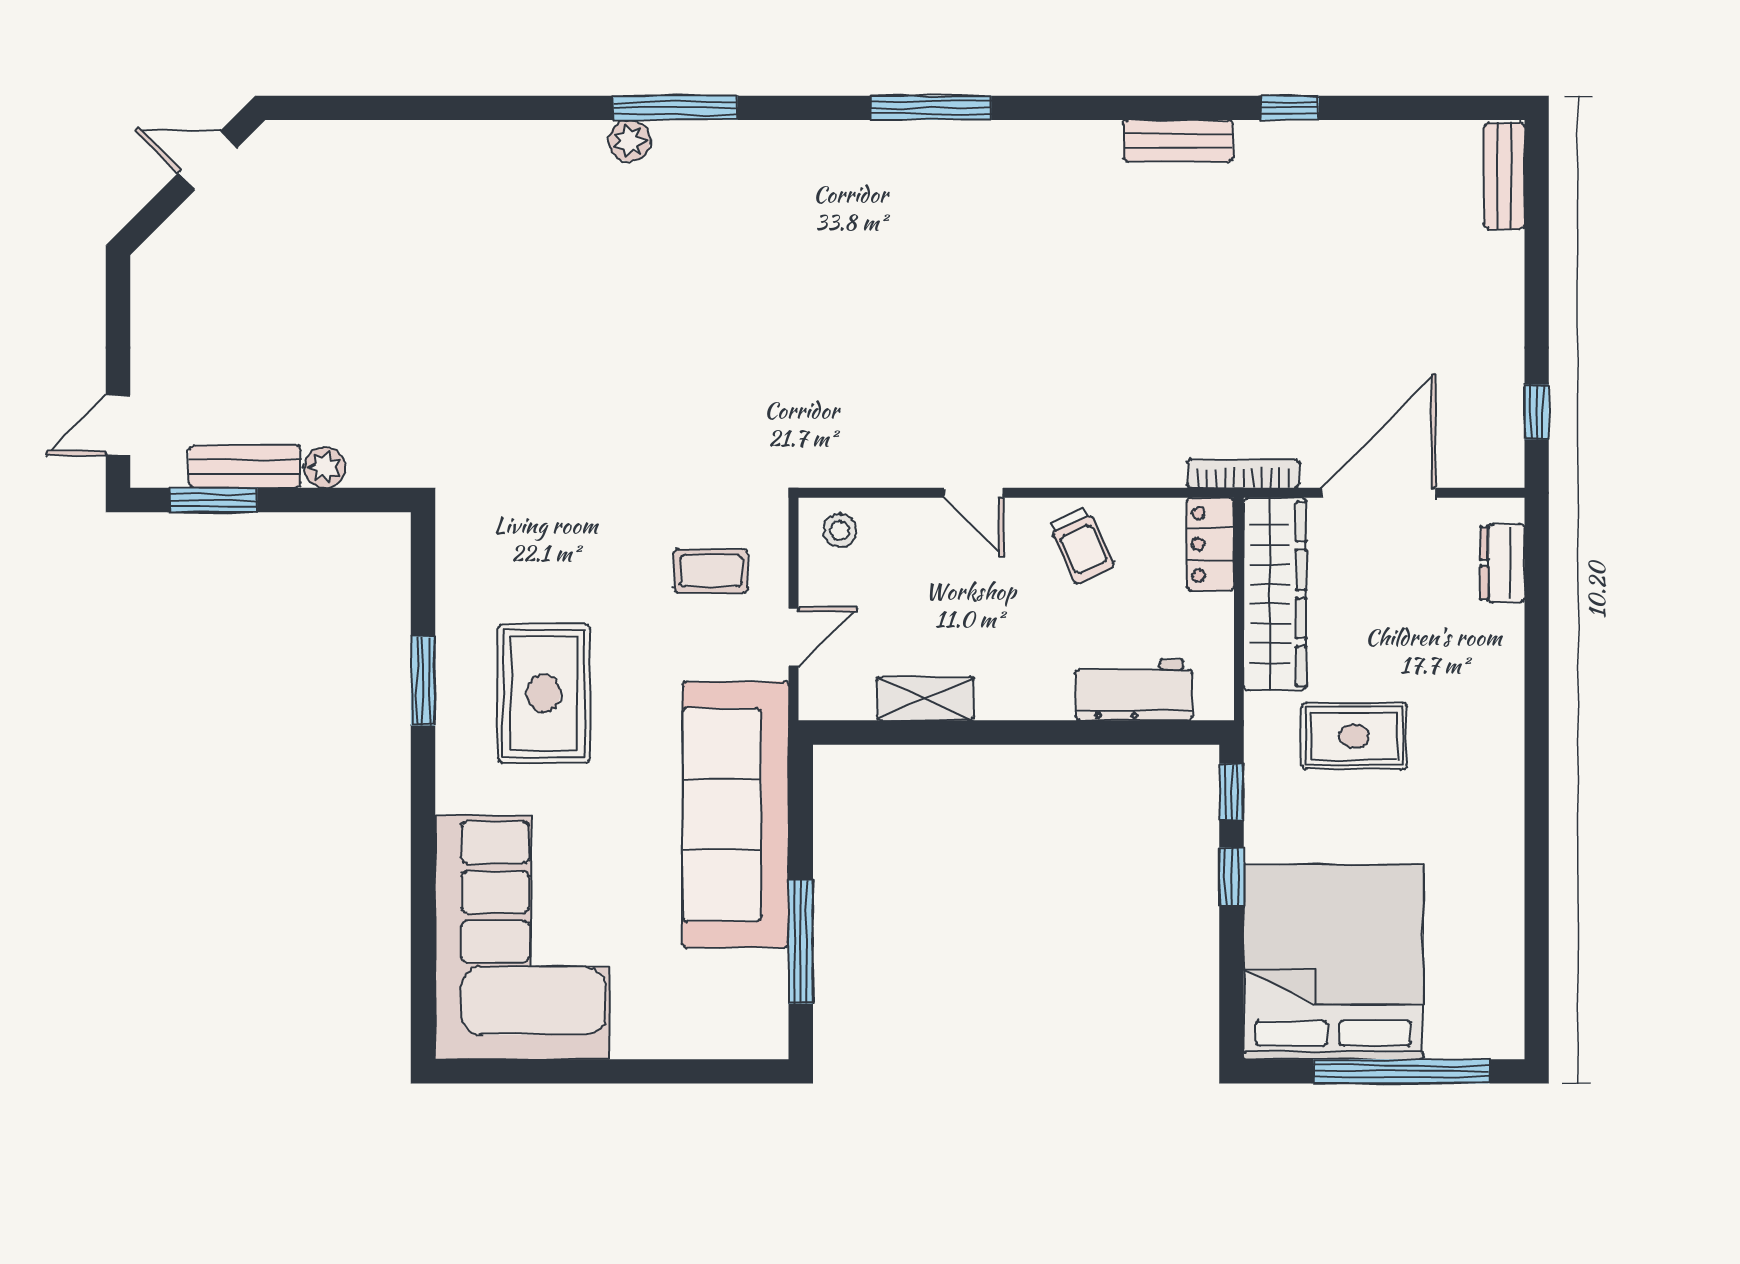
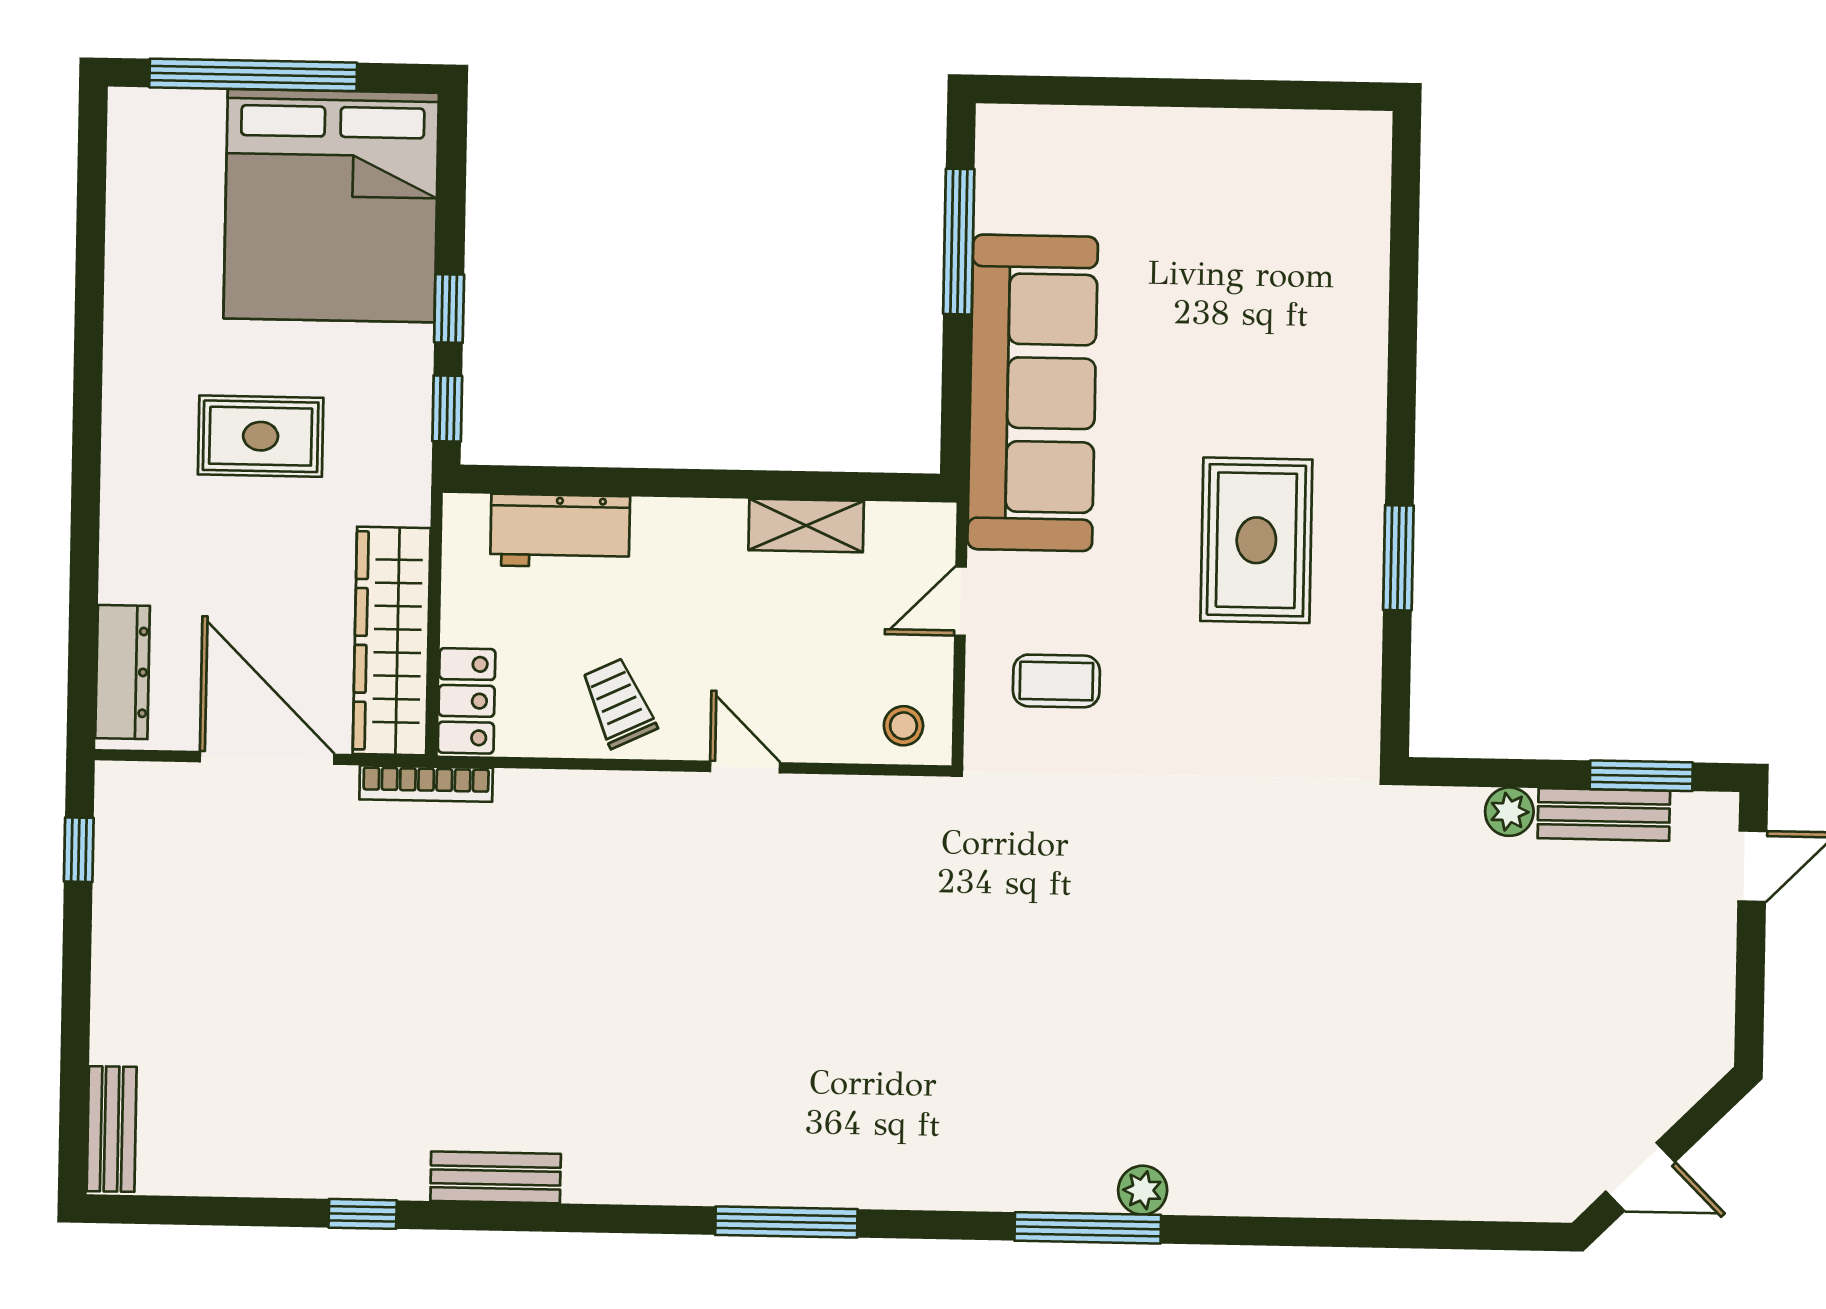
door: (1379, 493) -> (267, 758), swing flipped
dresser: (1502, 563) -> (123, 672), width x1.44
rug: (1354, 736) -> (261, 436), moved
corner sofa: (522, 937) -> (1287, 253), removed

